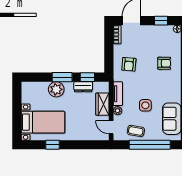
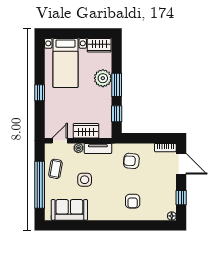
dresser: (83, 87) -> (106, 109), removed
wardrobe: (27, 93) -> (99, 45), added
window: (53, 145) -> (40, 93), moved

